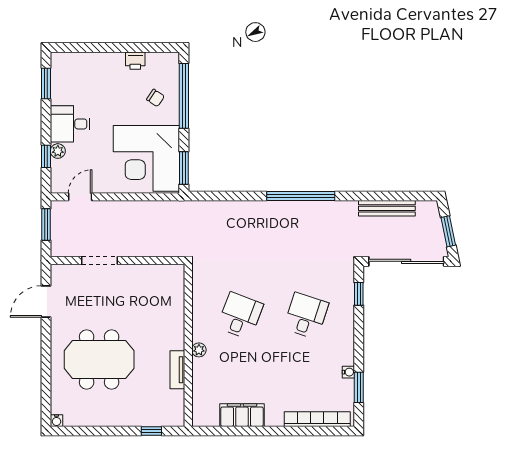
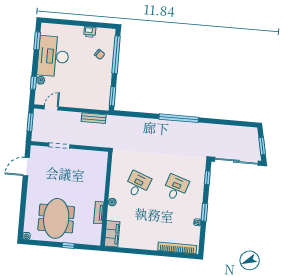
desk: (70, 124) -> (53, 56), width x1.87, depth x1.30
corner desk: (146, 158) -> (91, 89), removed
bench: (387, 208) -> (94, 118), moved, width x0.73
meeting table: (99, 360) -> (56, 218), moved, turned 90
window: (359, 387) -> (204, 212), moved
filing cabinet: (242, 415) -> (112, 234), moved, turned 90
window: (151, 431) -> (68, 246), moved

